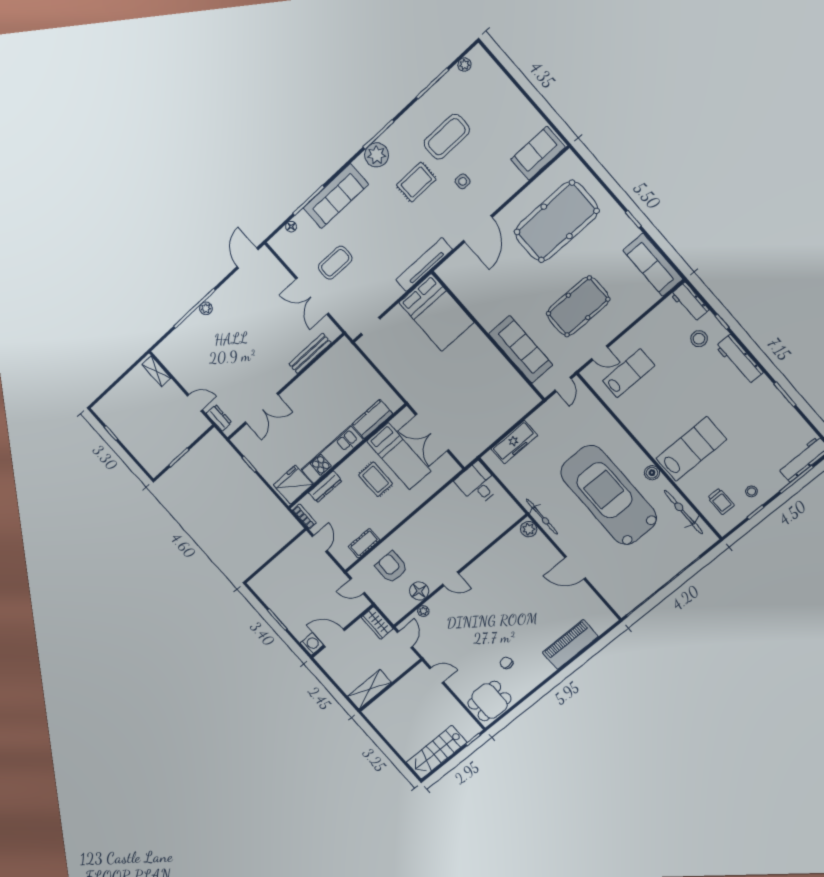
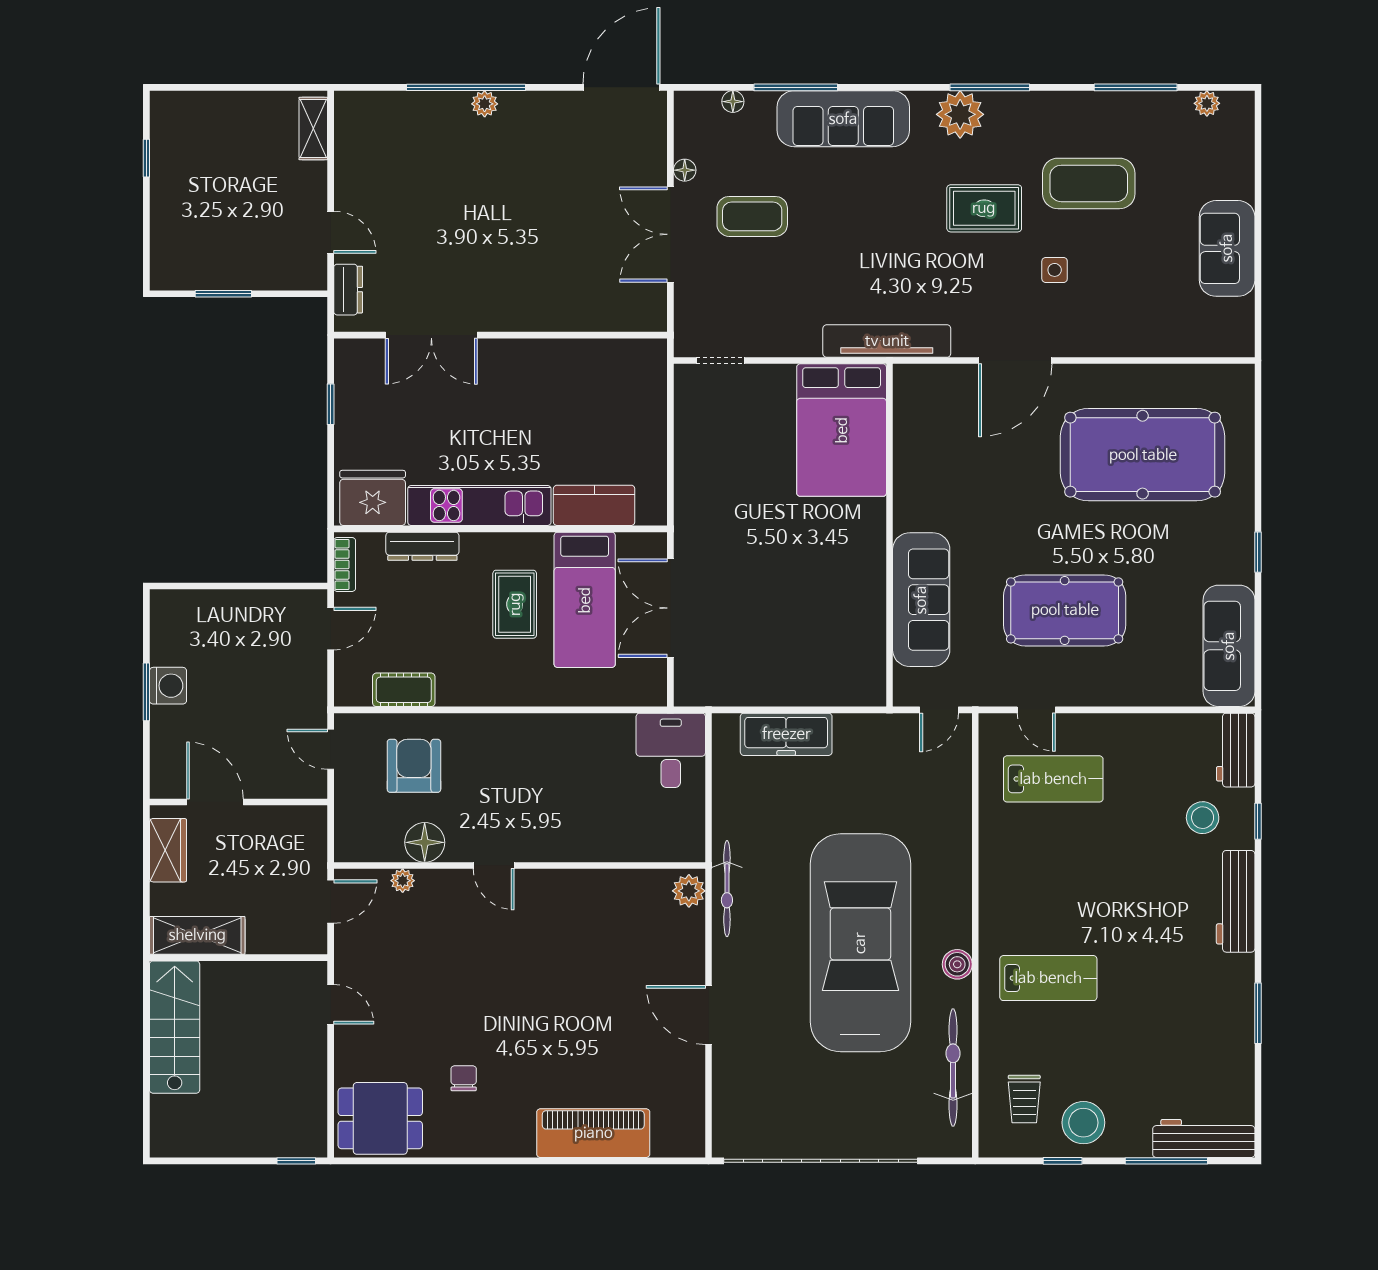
sofa: (538, 153) -> (1227, 248), moved, turned -90
door: (248, 258) -> (621, 87), width x1.36
floor lamp: (296, 268) -> (685, 170), added
bench: (310, 353) -> (587, 318), removed
lab bench: (691, 449) -> (1048, 978), width x0.73, depth x0.72
stool: (751, 491) -> (1083, 1123), width x1.89, depth x1.89
wardrobe: (377, 623) -> (168, 850), moved, turned 180
washing machine: (312, 644) -> (168, 686), moved
stairs: (437, 752) -> (175, 1027), moved, turned 90

